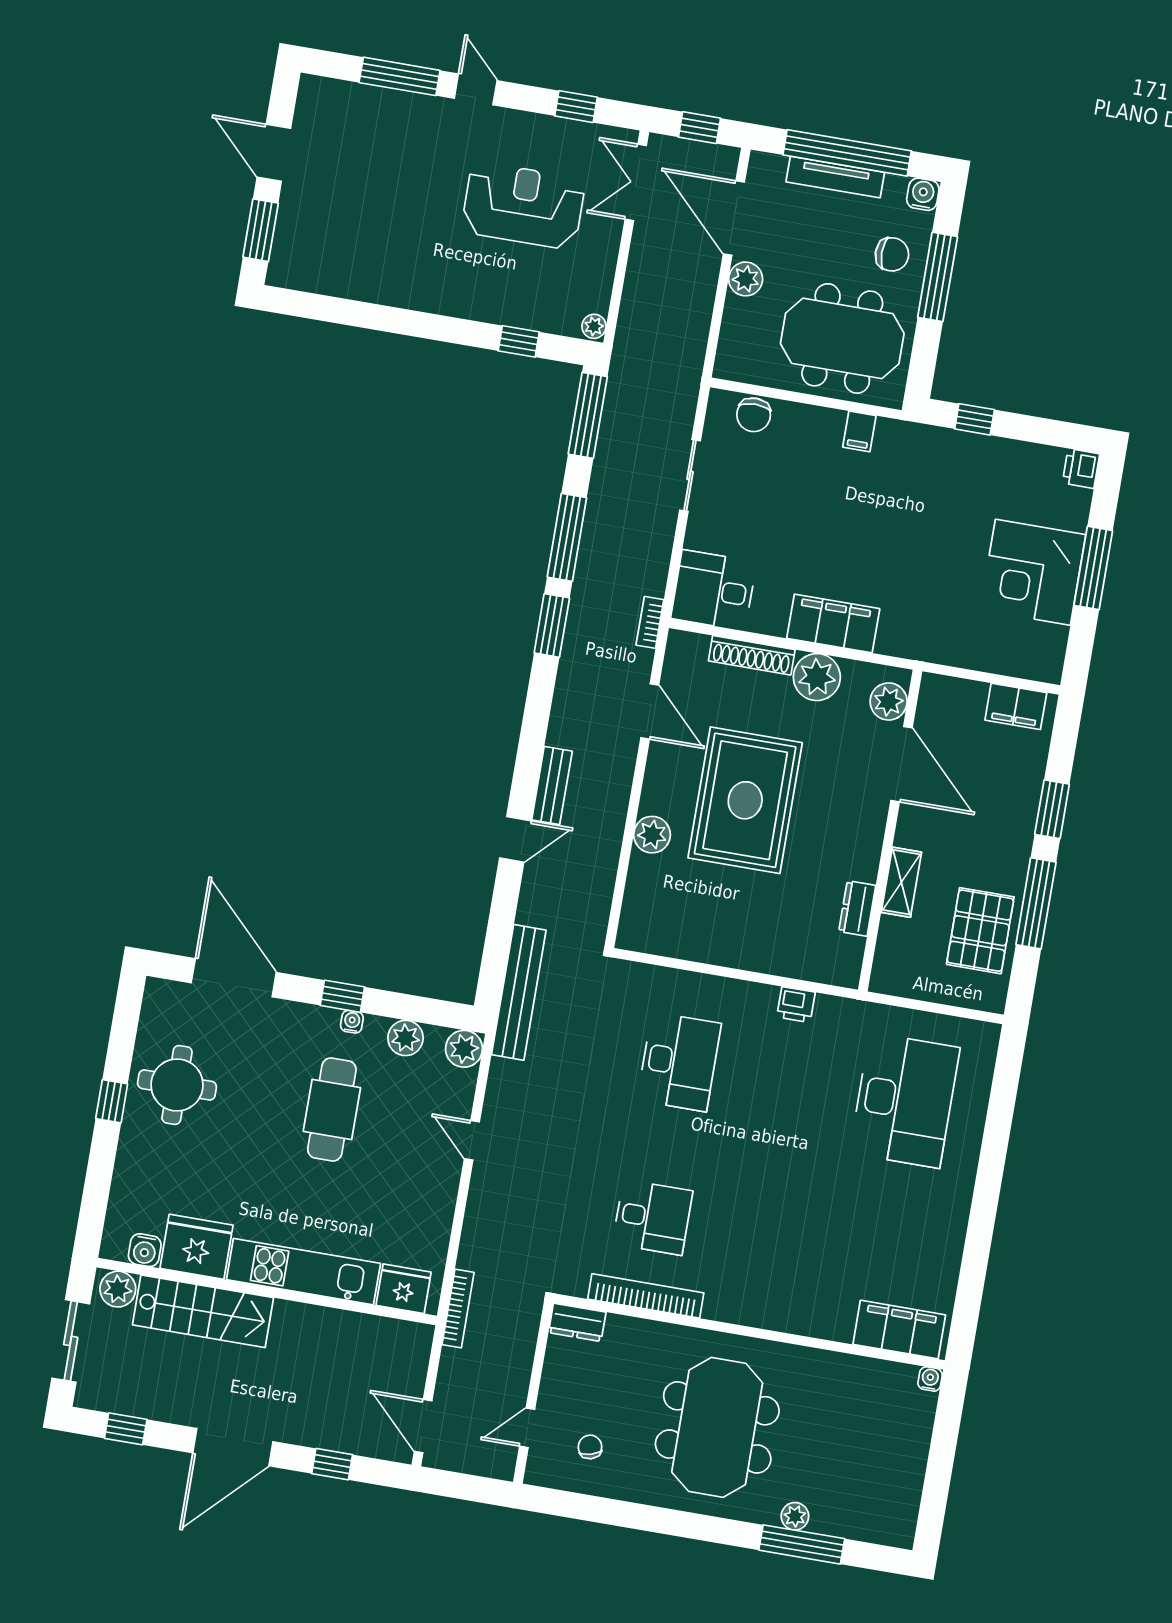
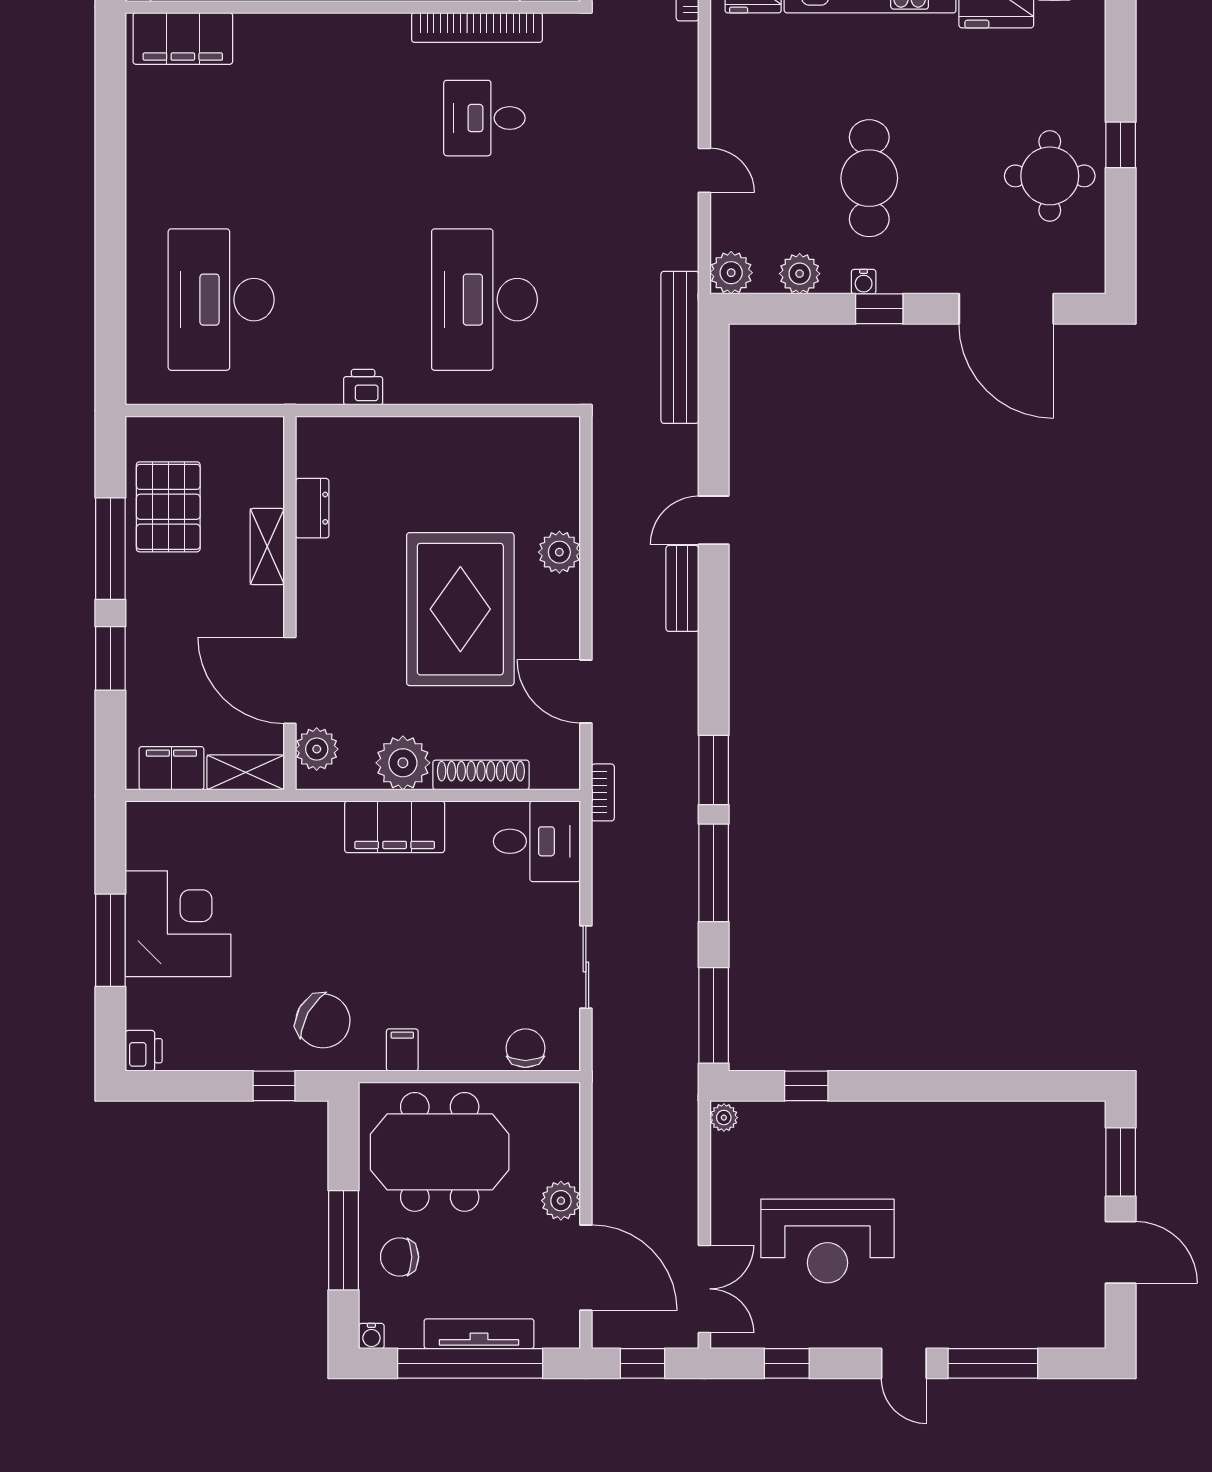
water cooler: (923, 194) -> (371, 1336), width x0.72, depth x0.72
chair: (923, 468) -> (323, 1021), added
shelving: (953, 692) -> (246, 772), added
desk: (679, 1062) -> (484, 300), width x1.36, depth x1.30

